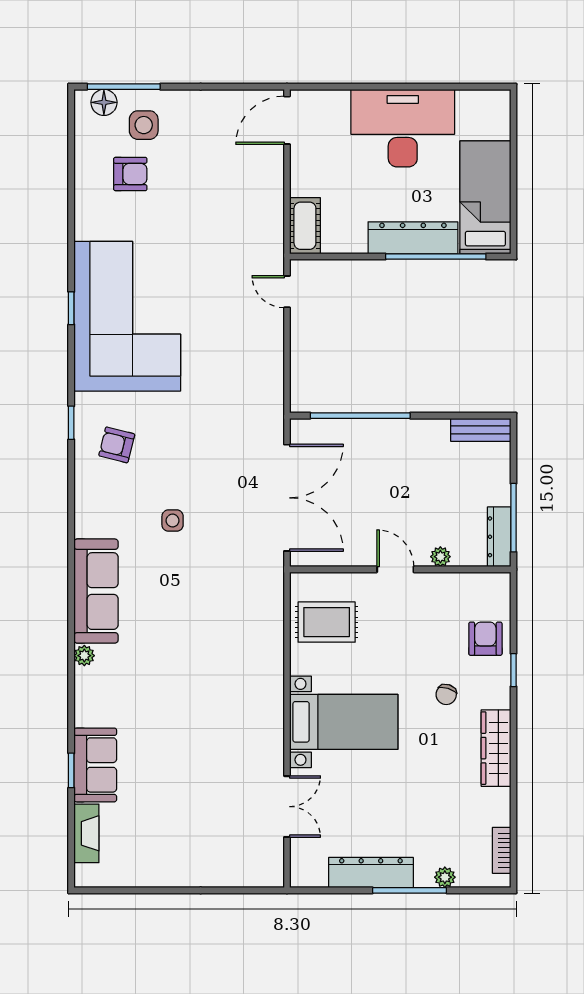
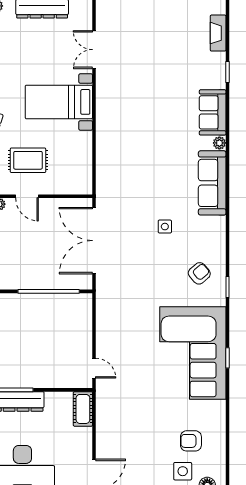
armchair: (117, 445) -> (199, 273), turned -55
rug: (327, 622) -> (28, 160), moved
sofa: (95, 765) -> (213, 112), moved

